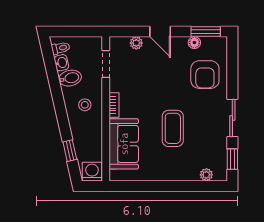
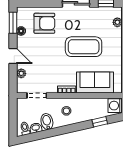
door: (160, 32) -> (13, 56), hinge flipped
coffee table: (173, 128) -> (84, 47), width x1.36, depth x1.32

